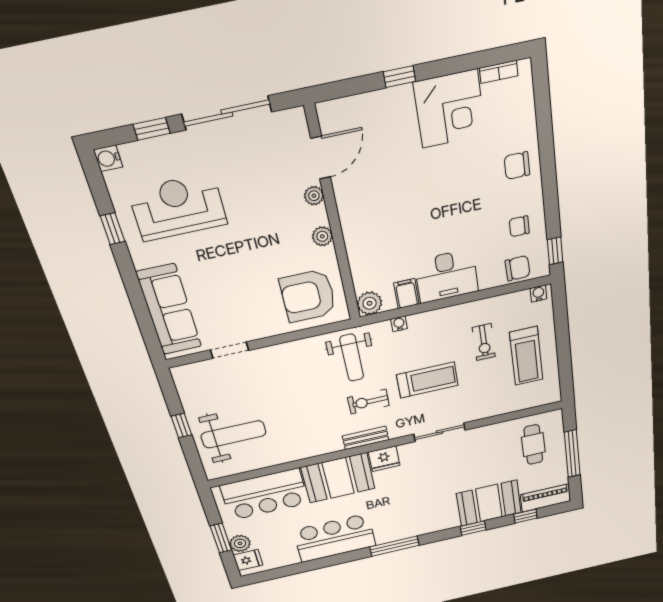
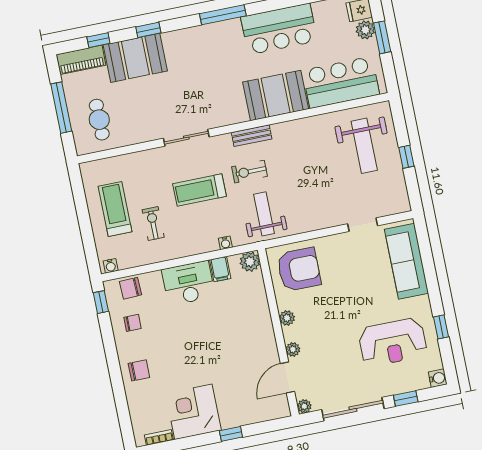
plant: (296, 117) -> (304, 406), added
exercise bike: (368, 402) -> (250, 172), turned 180
weight bench: (234, 434) -> (364, 146), turned -90
fridge: (384, 459) -> (235, 113), removed

